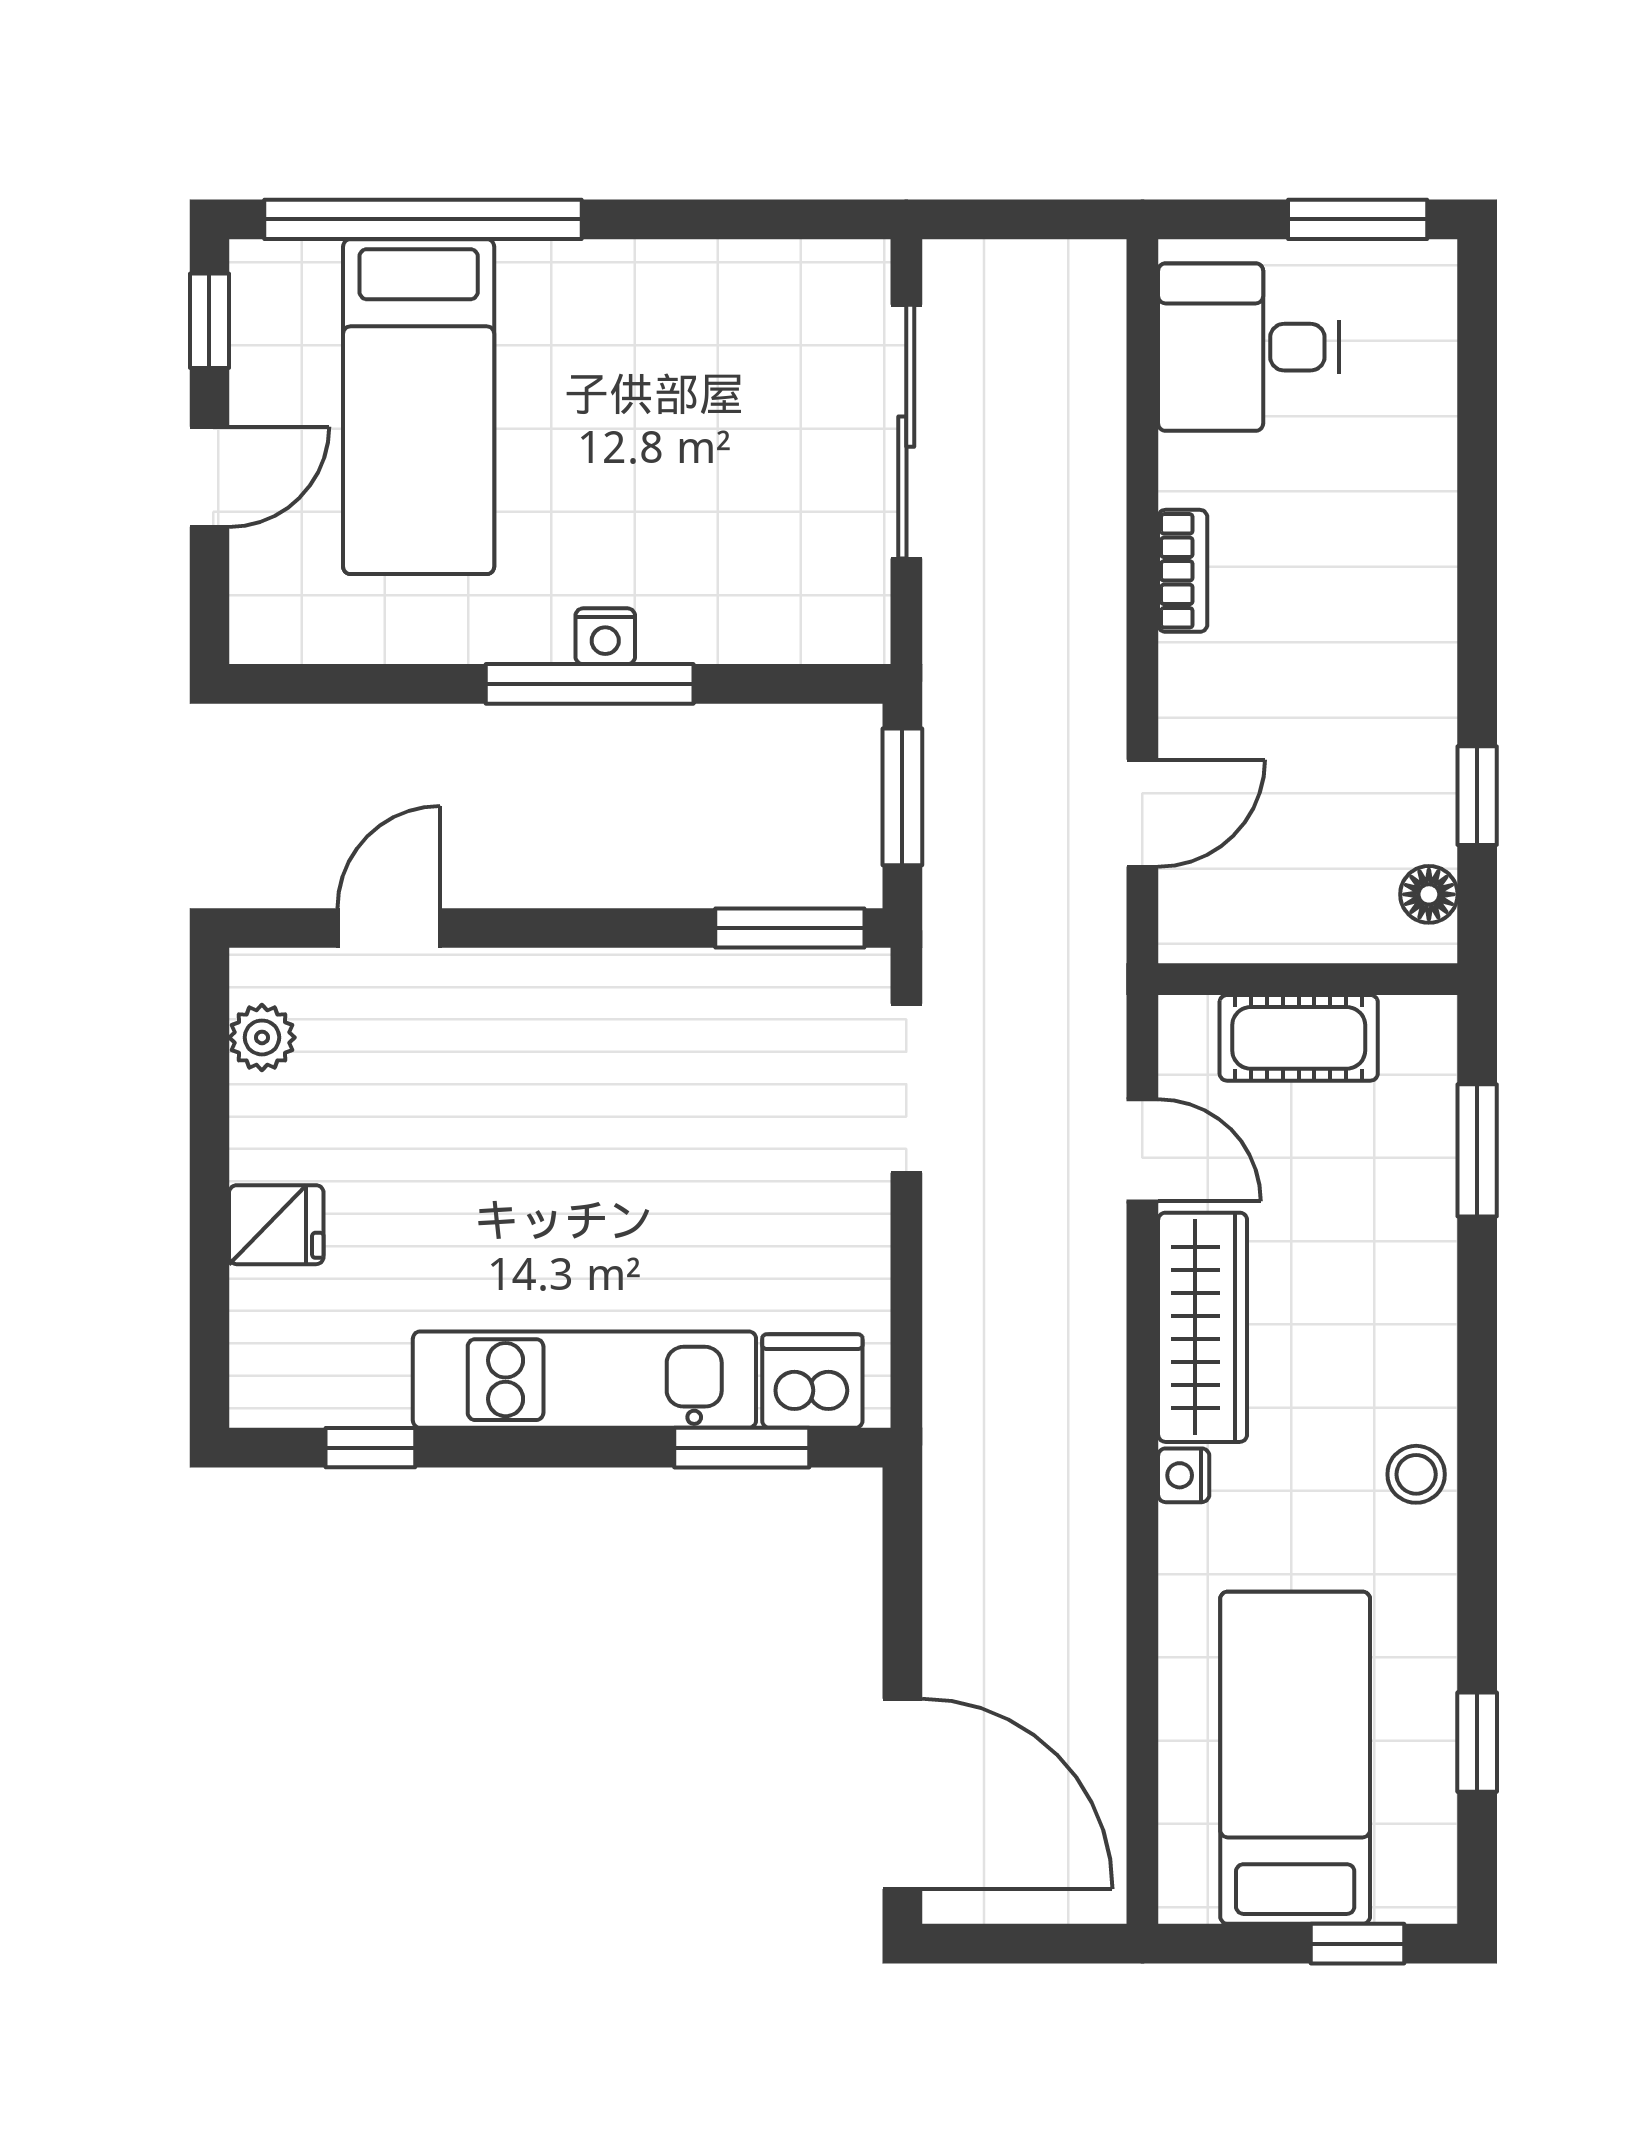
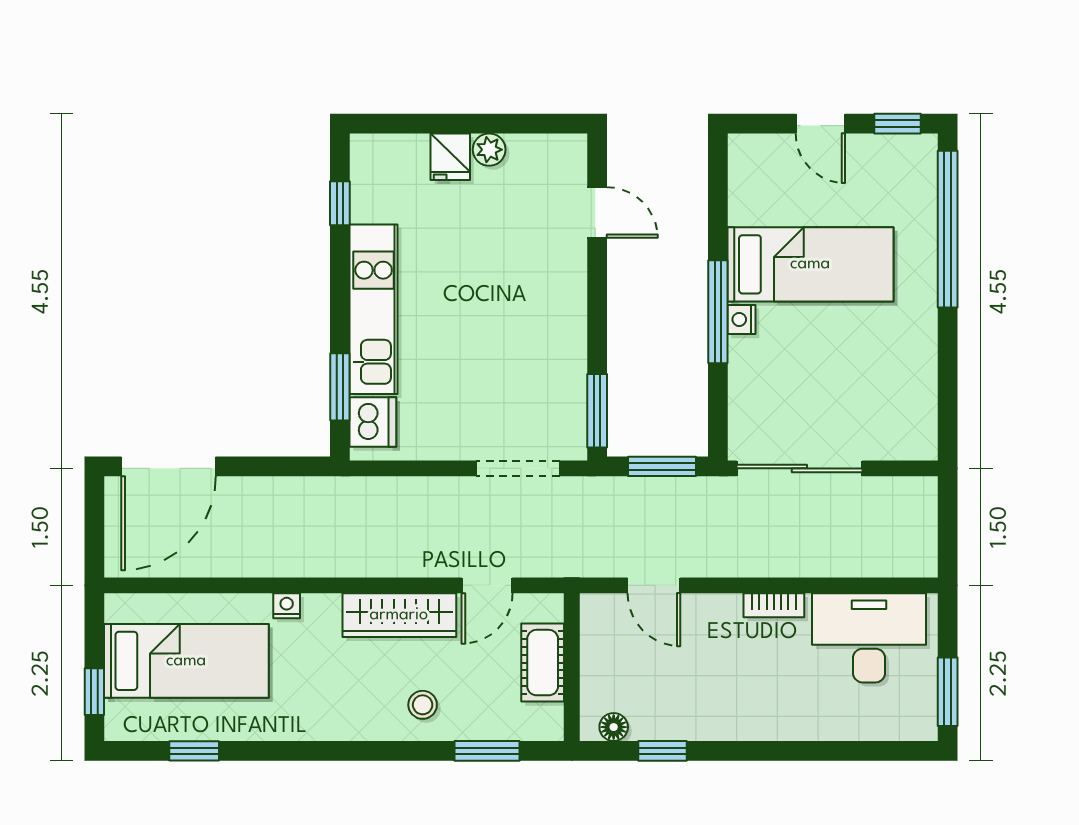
desk: (1249, 347) -> (869, 638), width x1.37
bed: (419, 407) -> (810, 264), moved, turned 180
sliding door: (906, 432) -> (799, 468), moved
plant: (262, 1037) -> (489, 150), moved
stool: (1416, 1474) -> (423, 705), moved
nightstand: (1184, 1475) -> (287, 606), moved

